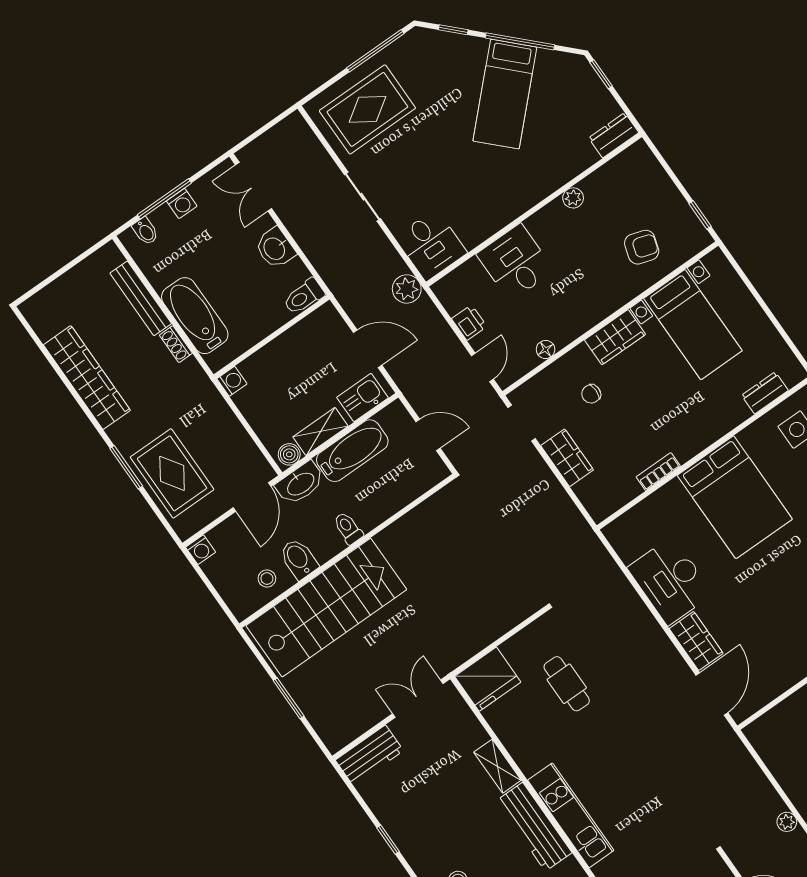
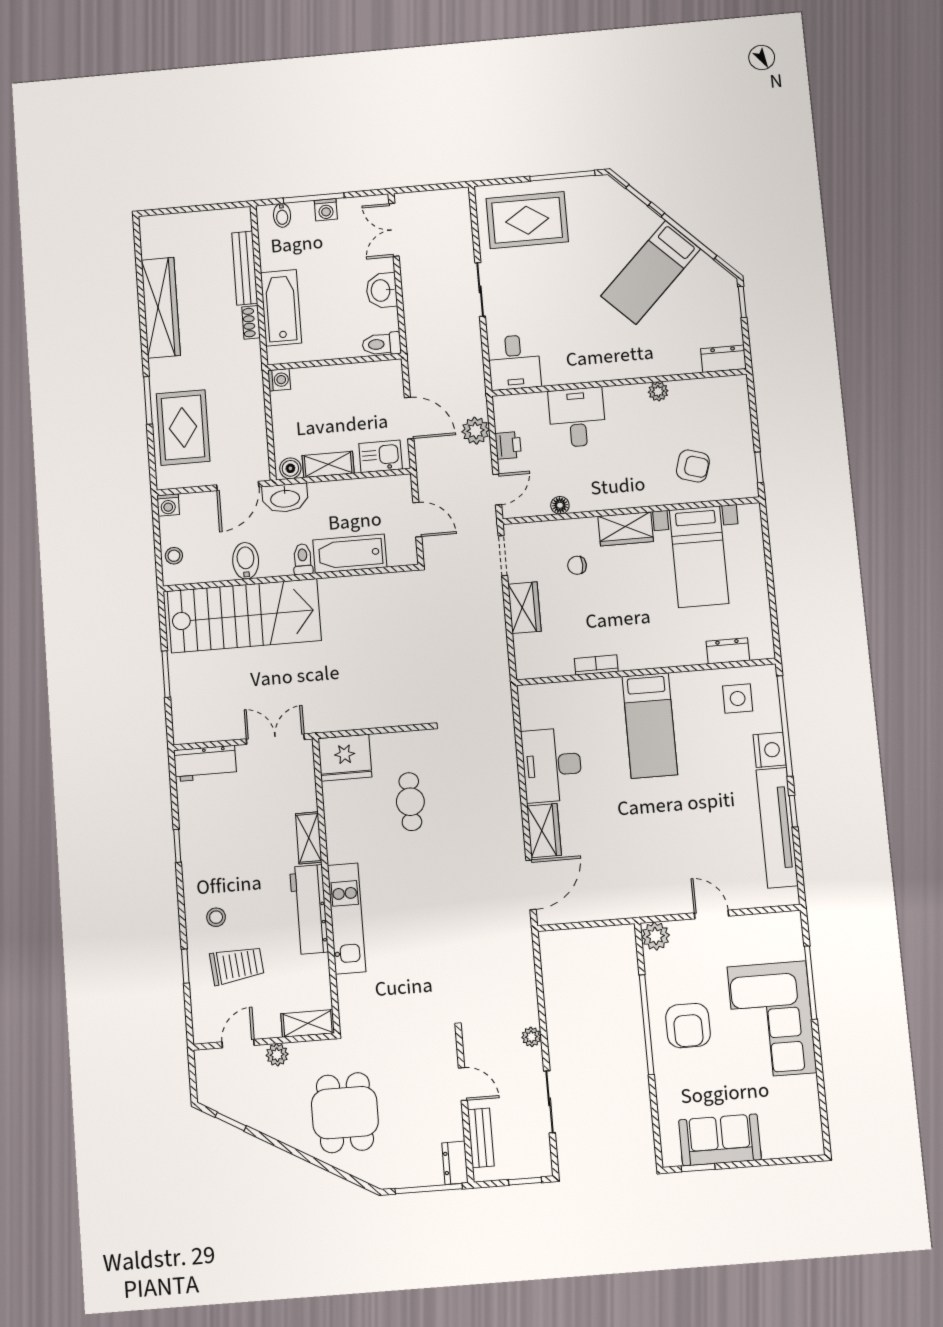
plant: (407, 289) -> (476, 431), moved
bathtub: (352, 451) -> (350, 554), moved, turned 180
bed: (735, 497) -> (650, 725), width x0.67
stool: (267, 579) -> (174, 556), moved

